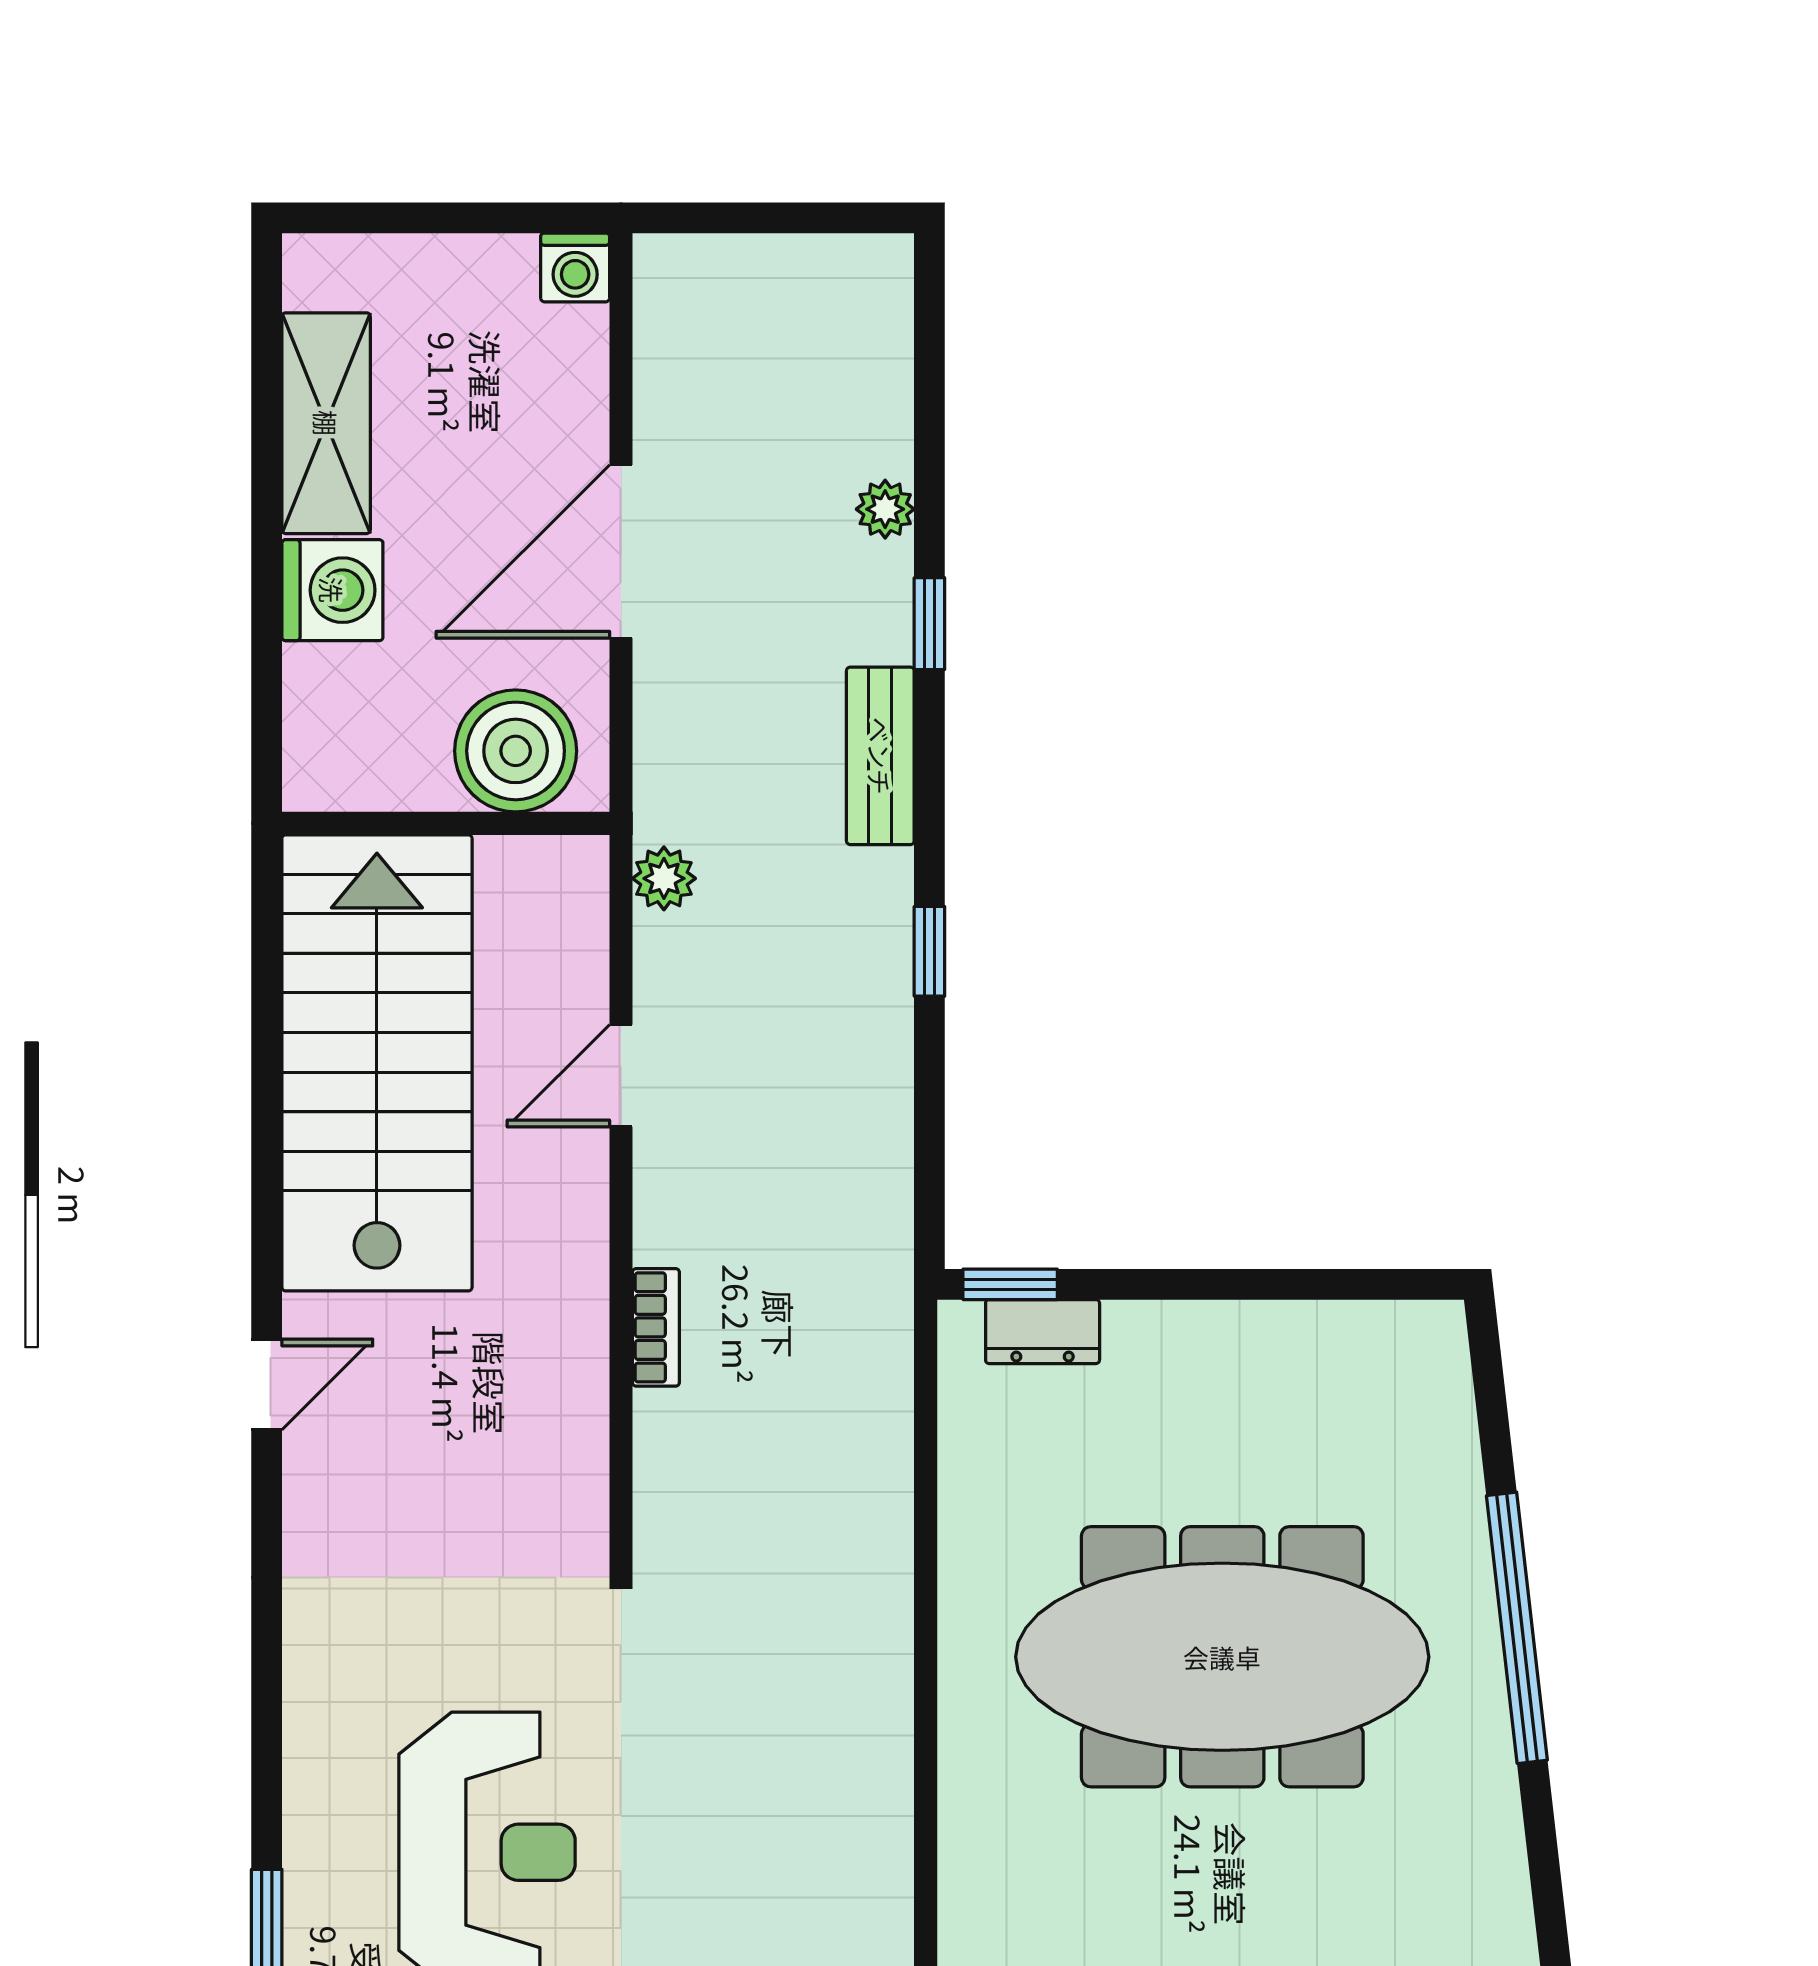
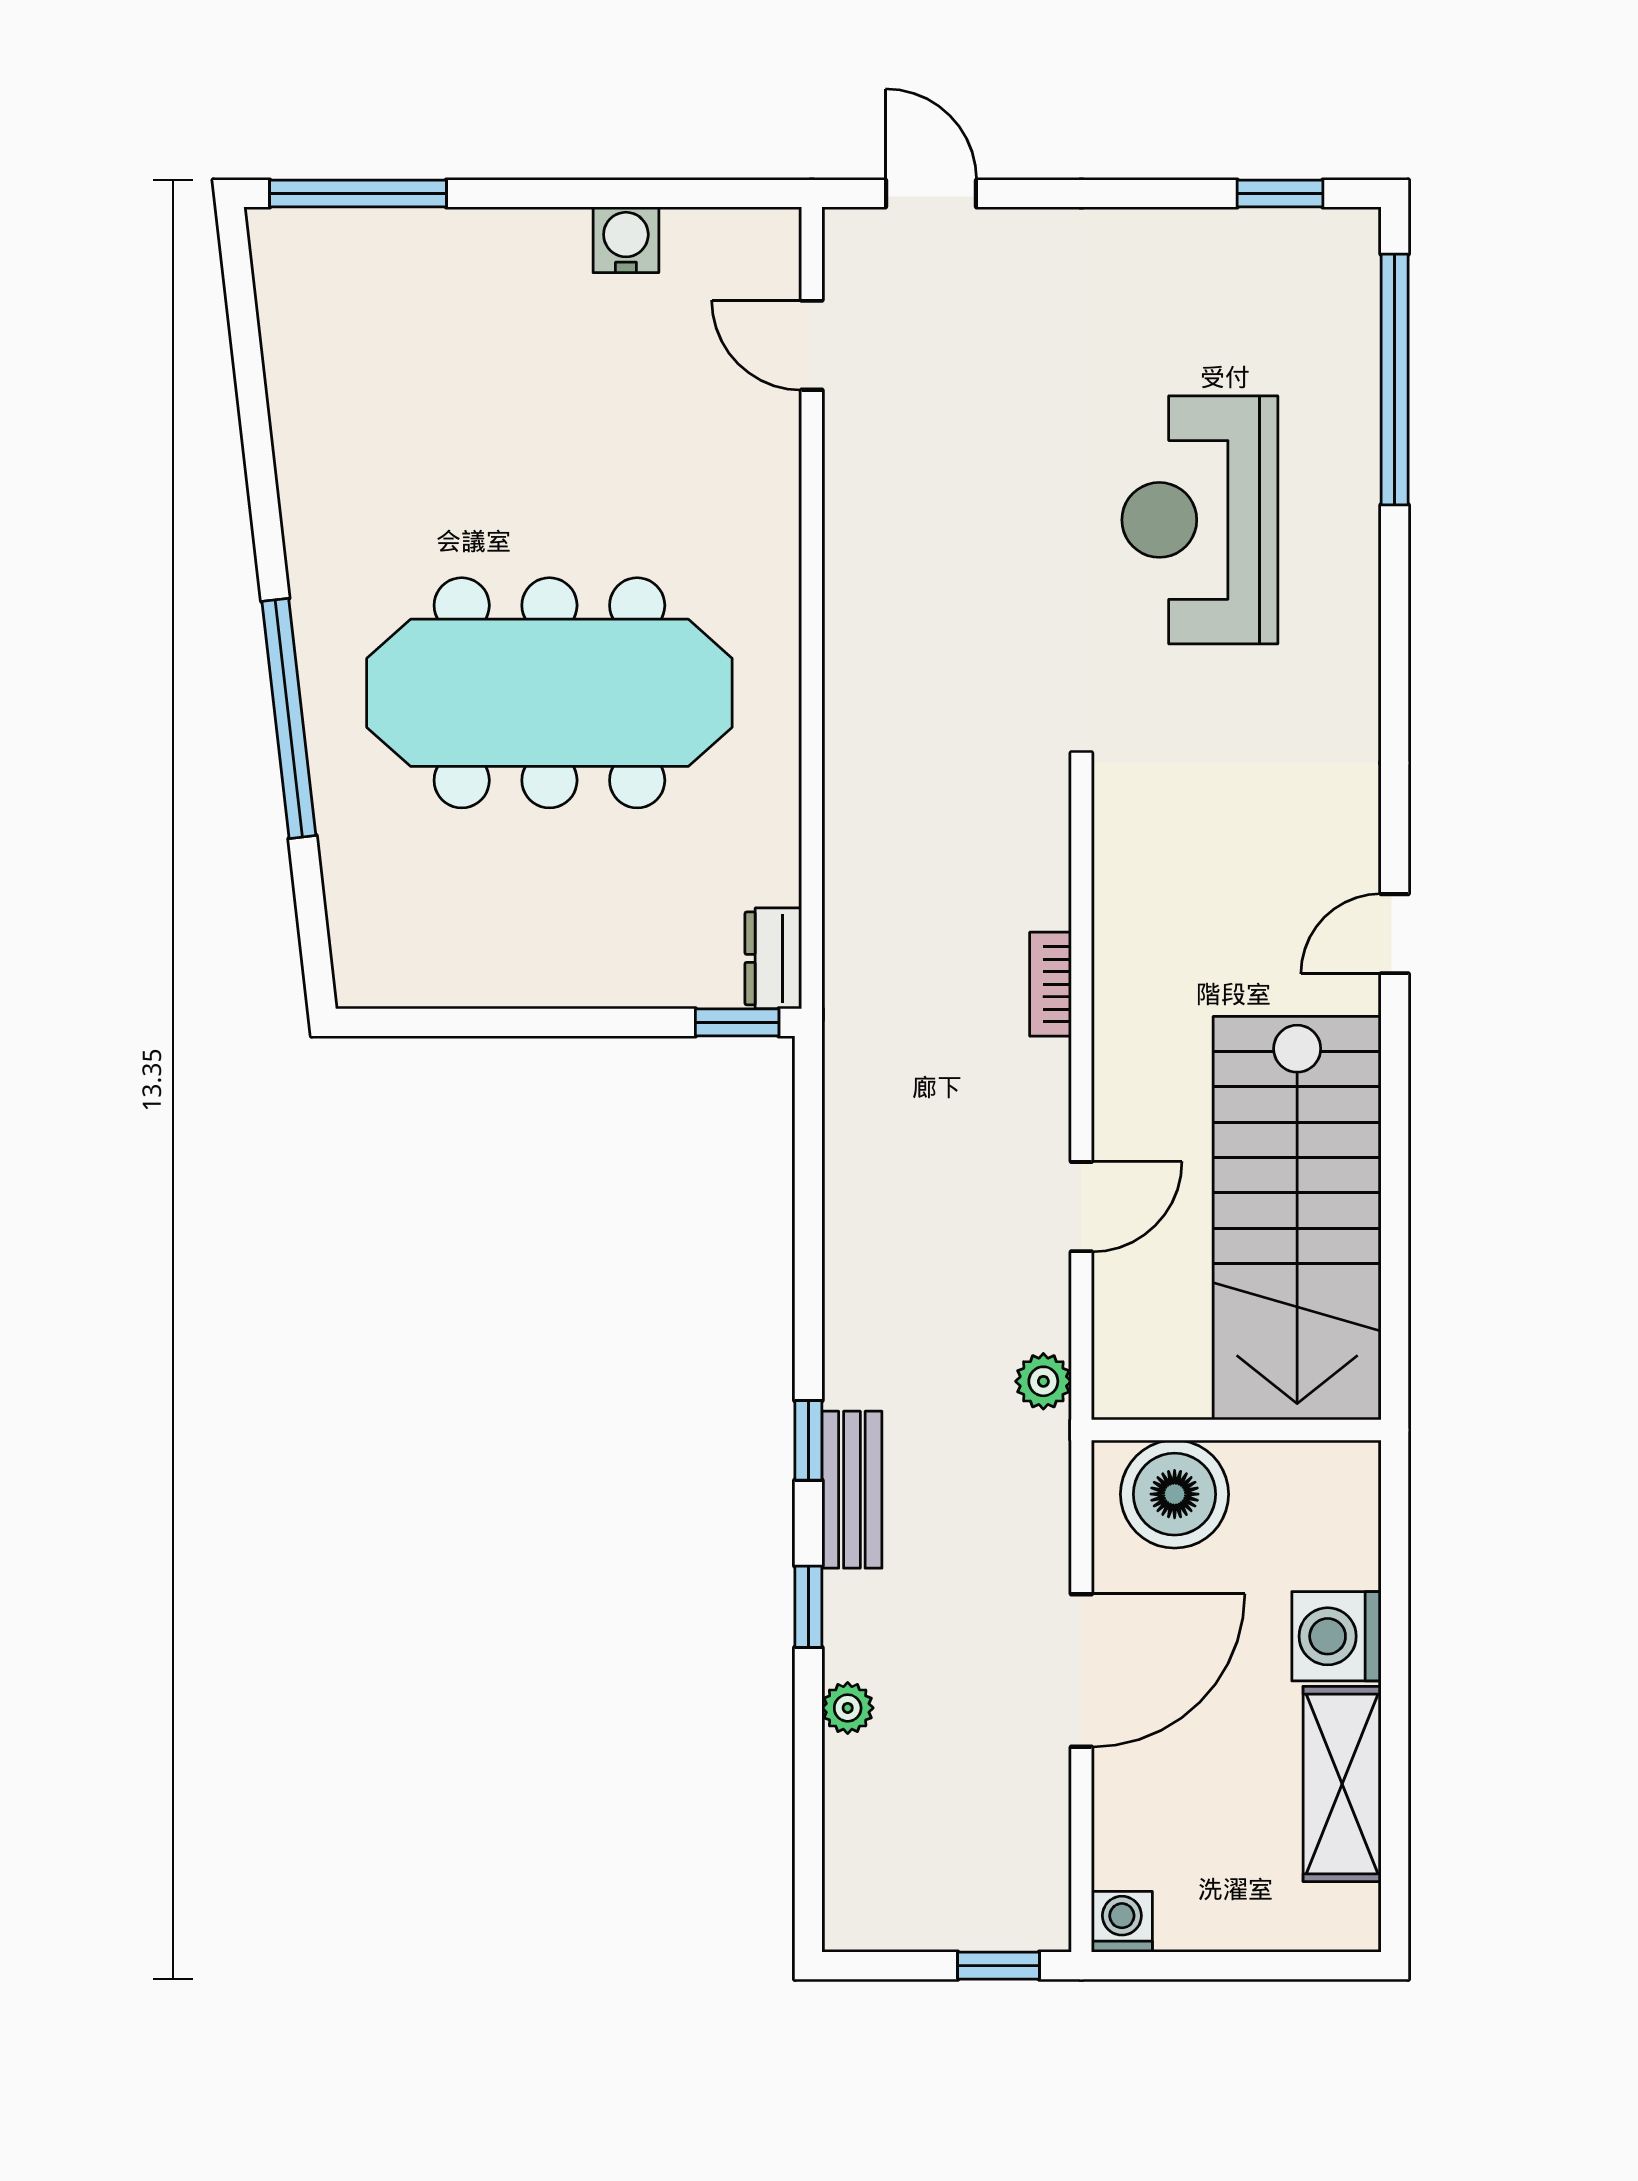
window: (715, 218) -> (999, 1966), added
window: (929, 951) -> (808, 1440), moved
dresser: (1043, 1332) -> (773, 958), moved, turned -90

